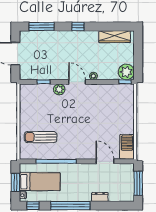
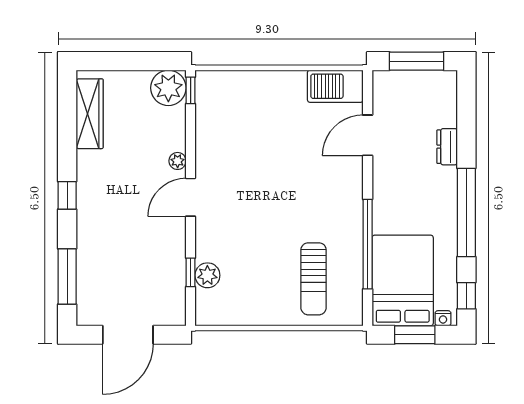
plant: (59, 89) -> (207, 275), moved
bed: (40, 182) -> (403, 280), width x1.50

